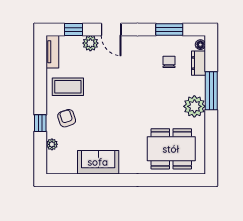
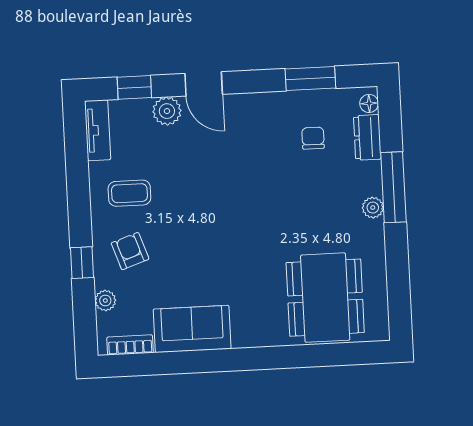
coffee table: (68, 87) -> (129, 193), width x0.73, depth x0.77
plant: (194, 106) -> (373, 208), width x0.53, depth x0.53
dining table: (171, 149) -> (325, 298), turned 90
bookcase: (64, 169) -> (130, 345), added

